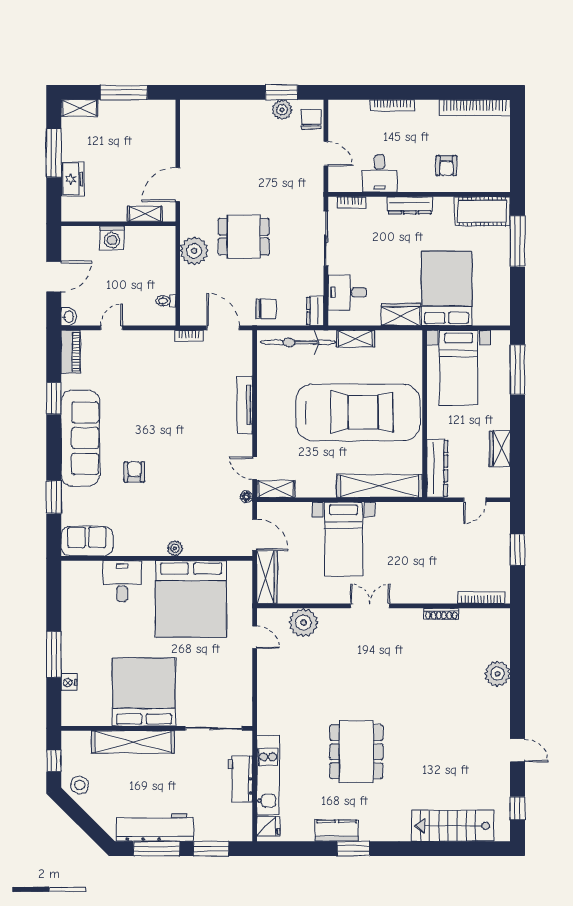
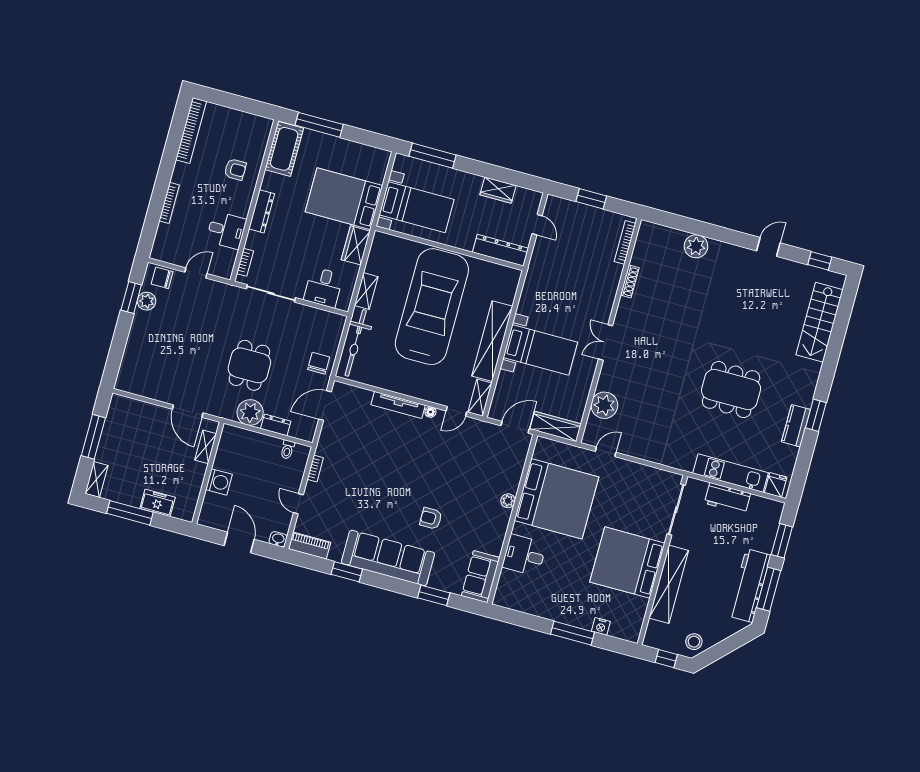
dresser: (315, 311) -> (276, 425), moved, turned 180
bookcase: (189, 336) -> (315, 468), moved
shelving: (380, 486) -> (492, 341), moved
floor lamp: (246, 497) -> (430, 412), moved

